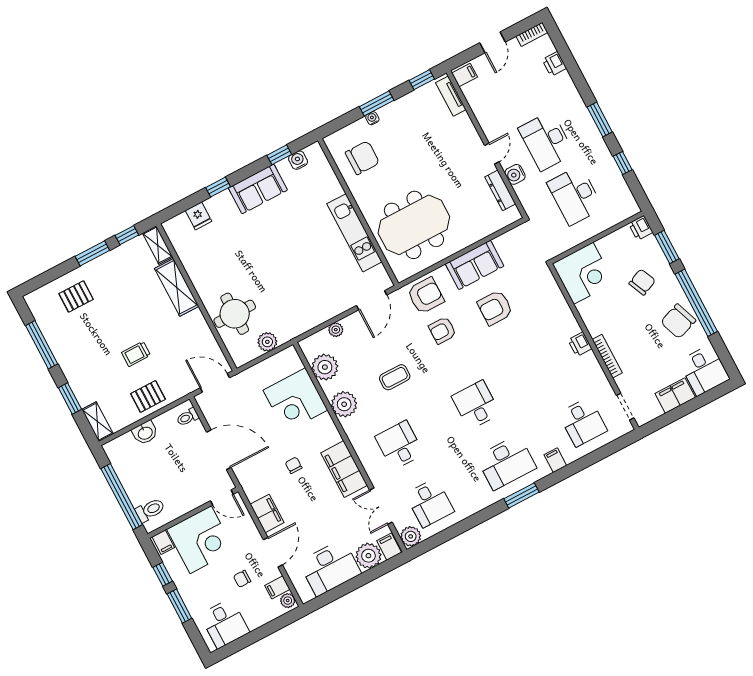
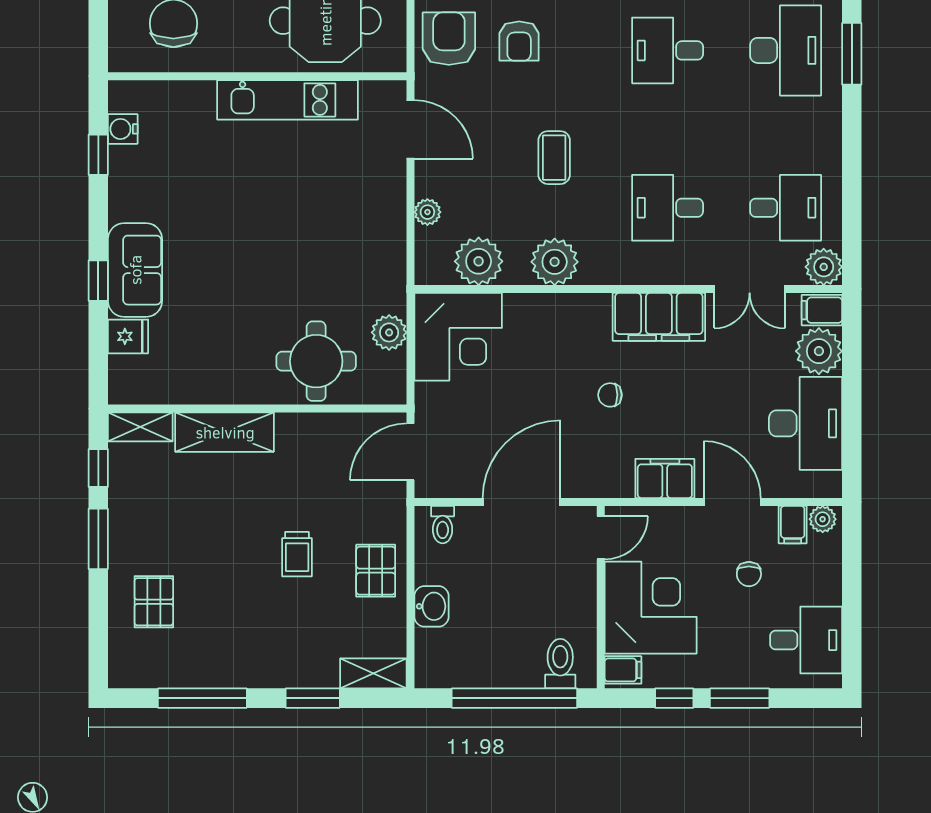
sofa: (258, 189) -> (135, 270), moved
corner desk: (295, 400) -> (458, 337), moved

